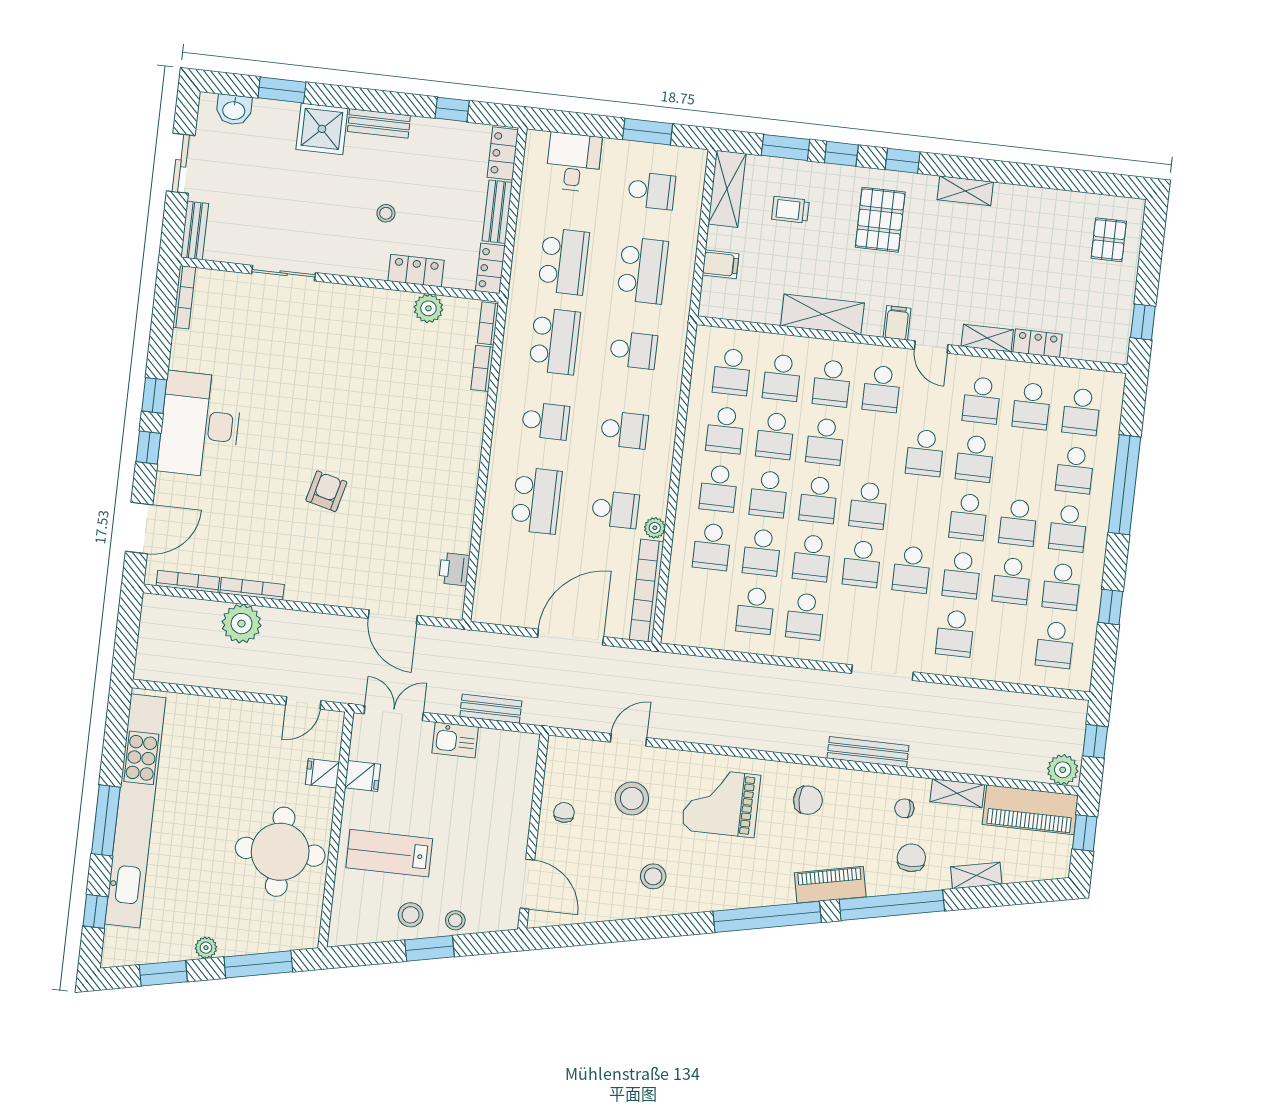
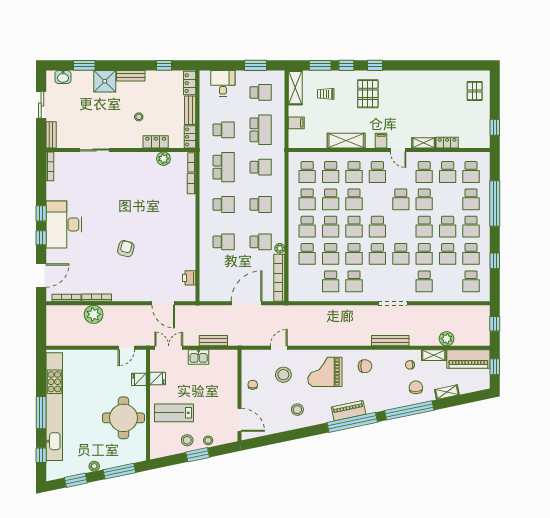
shelving: (965, 191) -> (406, 76), removed
school desk: (564, 261) -> (224, 130), width x0.54
school desk: (536, 501) -> (224, 242), width x0.54
plant: (1063, 770) -> (447, 339), moved
piano: (830, 885) -> (349, 411), moved

